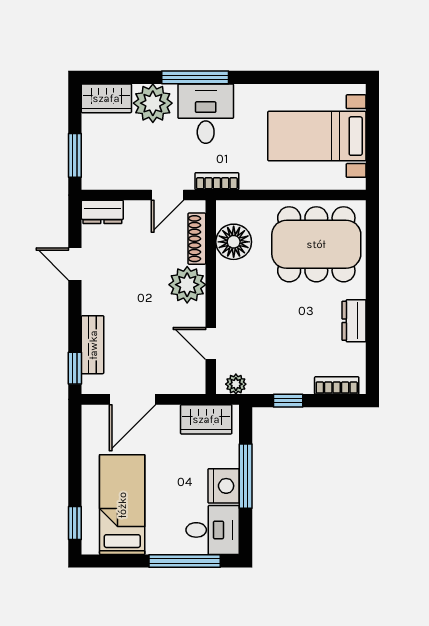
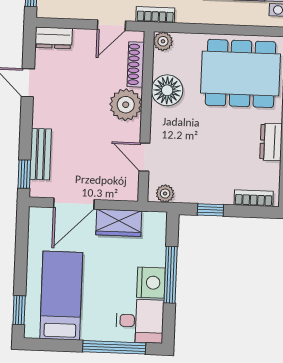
plant: (227, 211) -> (163, 41), added
floor lamp: (234, 242) -> (167, 90), moved
wardrobe: (206, 419) -> (119, 223), moved

